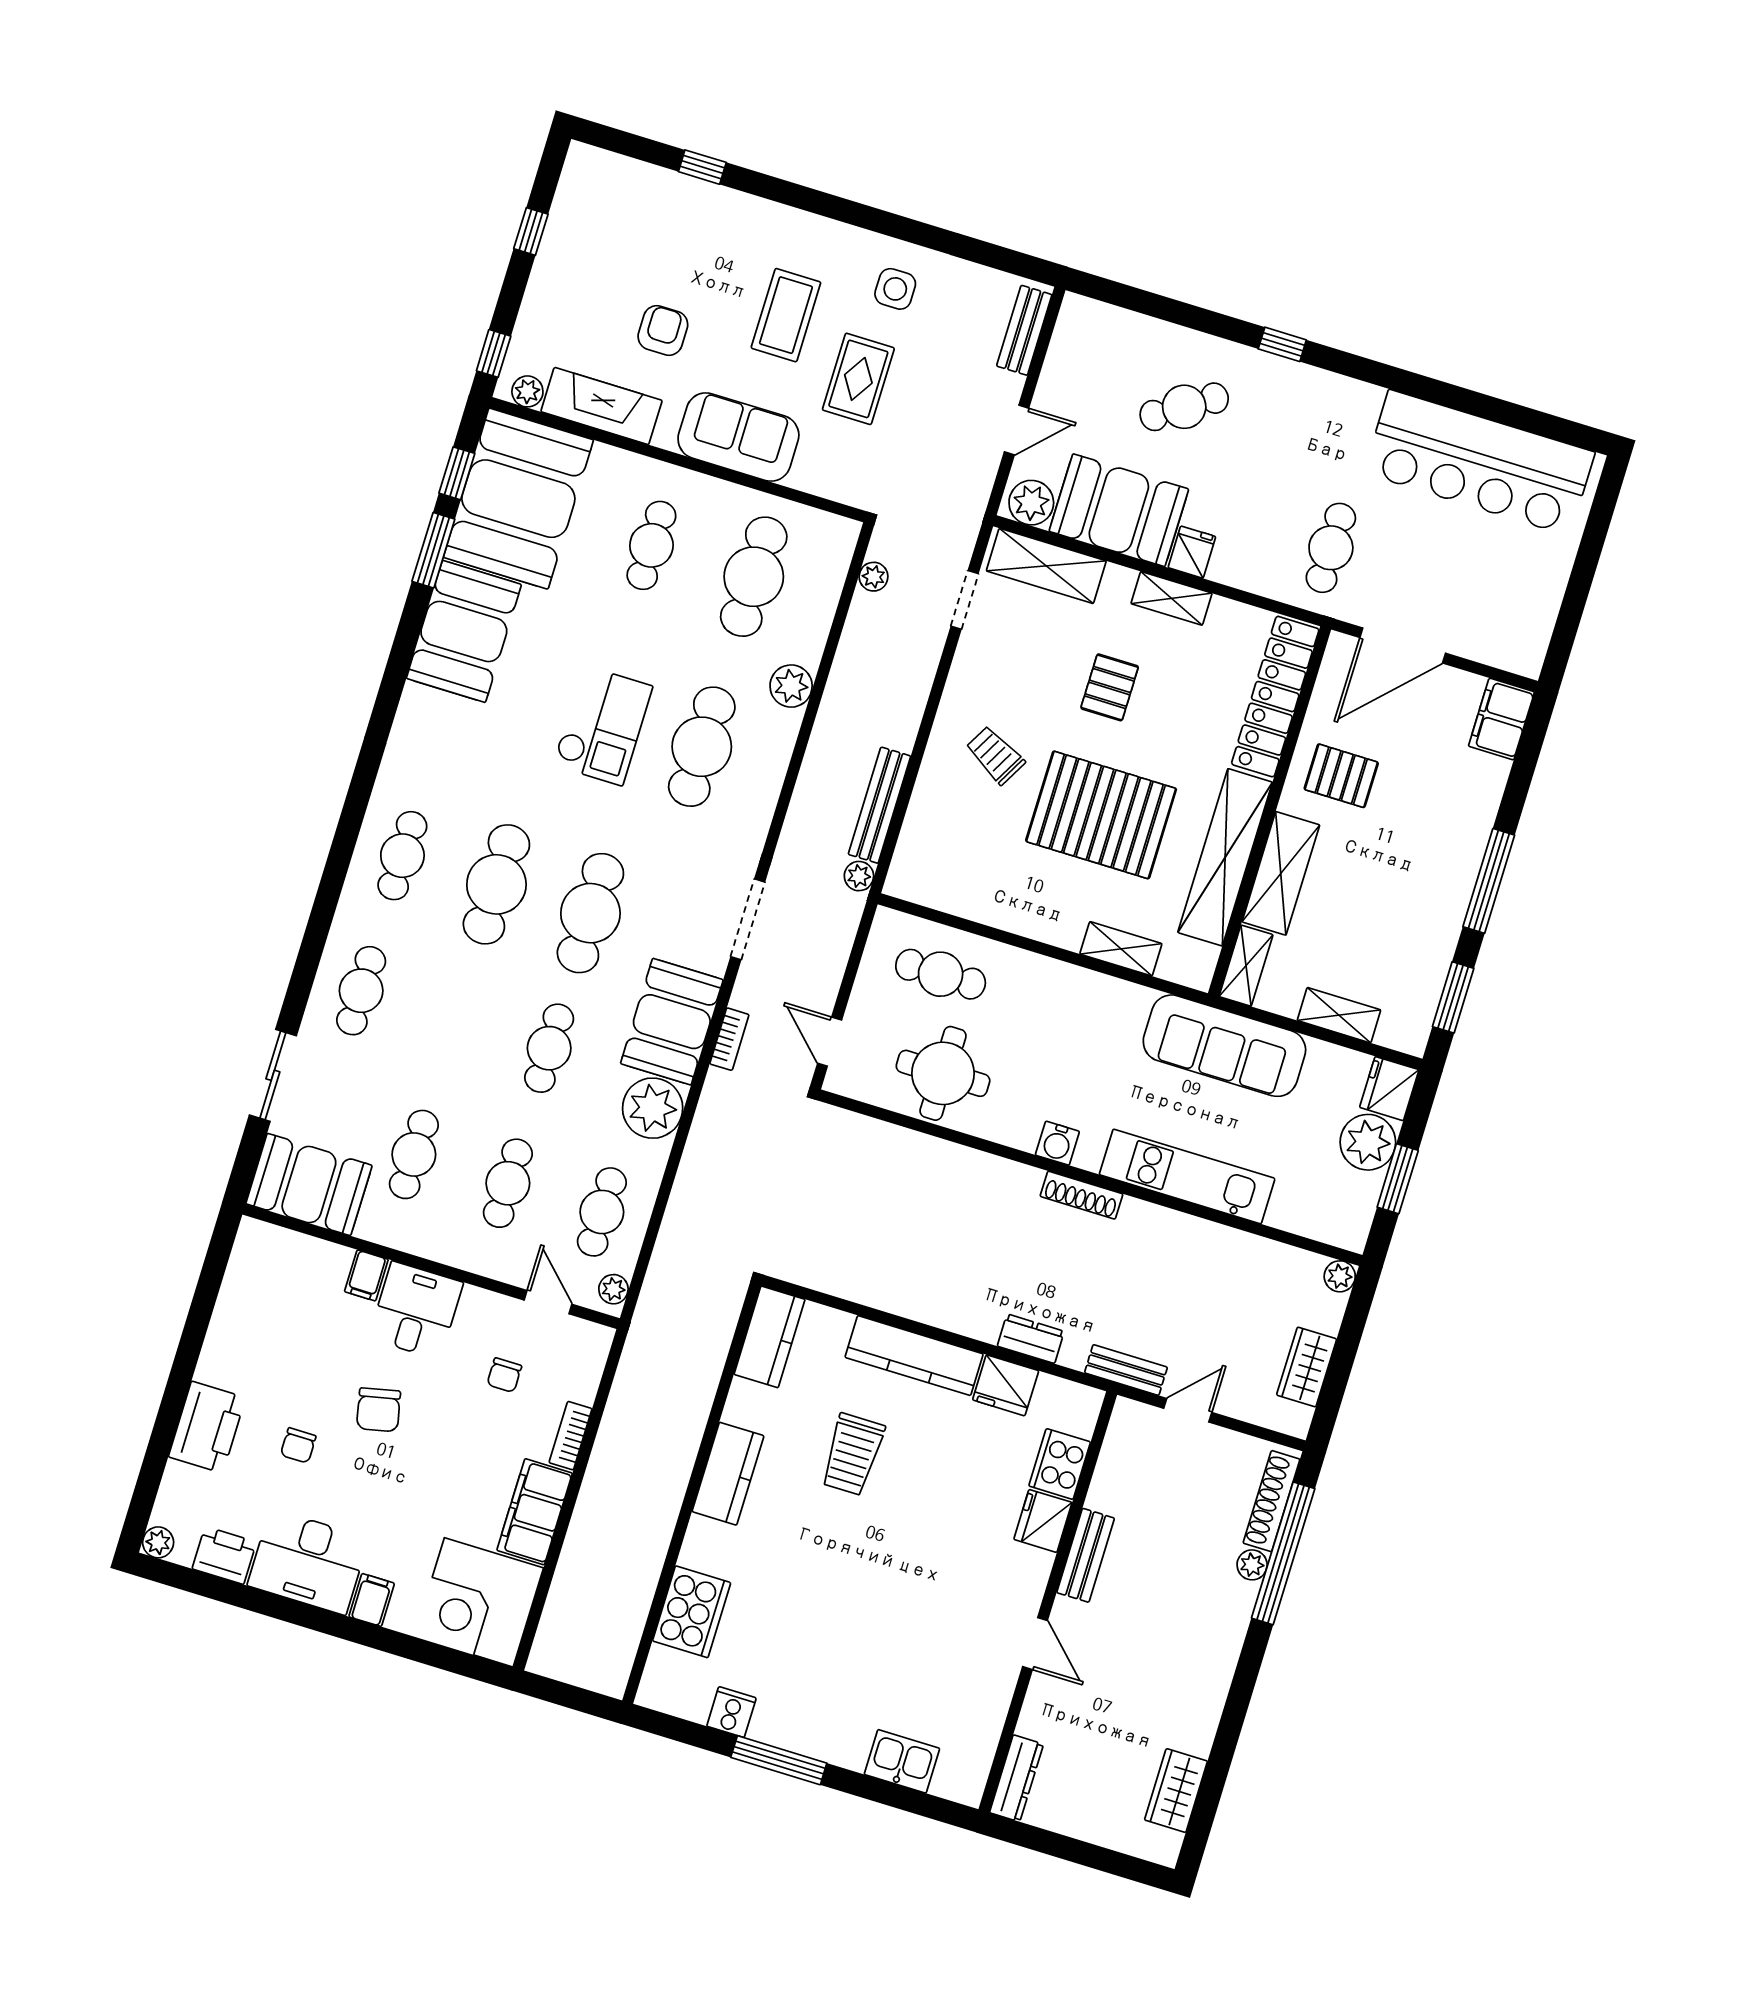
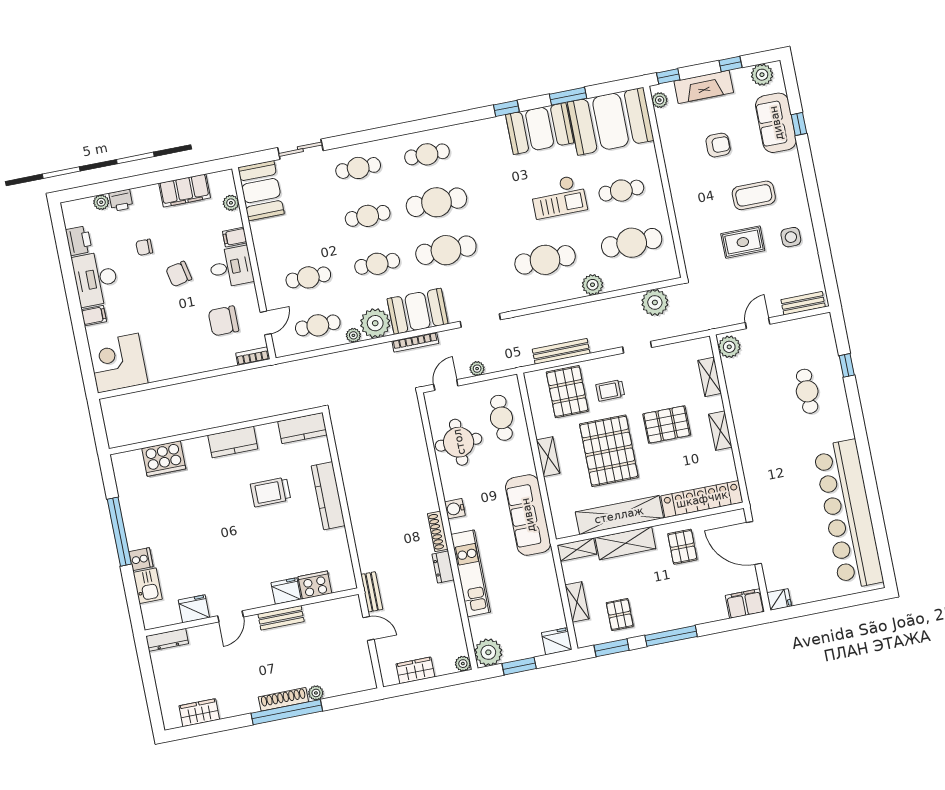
plant: (580, 186) -> (762, 75), added
window: (1282, 344) -> (847, 365), moved
fireplace: (601, 406) -> (704, 87), moved, turned 90
cafe table: (1184, 407) -> (807, 391), turned 33
door: (1017, 430) -> (758, 323), swing flipped
sofa: (738, 437) -> (776, 123), moved, turned 180
bar counter: (1479, 463) -> (848, 514), width x1.36
window: (457, 473) -> (506, 108), moved
booth: (1119, 510) -> (747, 387), removed
cafe table: (1331, 548) -> (780, 489), removed
fridge: (1192, 552) -> (779, 599), moved
shelving: (1046, 566) -> (710, 377), width x0.67, depth x0.75
plant: (874, 577) -> (655, 302), width x1.88, depth x1.88
doorway: (965, 600) -> (637, 347), moved
pallet: (1110, 687) -> (667, 424), width x1.50, depth x1.42
checkout: (603, 725) -> (559, 197), moved
trolley: (995, 755) -> (610, 390), turned -119
pallet: (957, 833) -> (567, 392), added
plant: (859, 876) -> (477, 369), moved
shelving: (1121, 949) -> (548, 457), moved
pallet: (1402, 951) -> (620, 615), added
bookcase: (729, 1039) -> (415, 342), width x1.56
sofa: (1224, 1046) -> (528, 515), moved
plant: (1368, 1142) -> (488, 652), moved
cafe table: (414, 1154) -> (368, 216), moved
plant: (302, 1249) -> (231, 203), added
plant: (613, 1289) -> (353, 335), moved
dresser: (1031, 1339) -> (443, 567), moved, turned 180
chair: (504, 1375) -> (223, 321), width x1.87, depth x1.87
fridge: (1006, 1385) -> (194, 609), moved, turned 90
printer: (207, 1427) -> (121, 200), width x0.53, depth x0.68
bookcase: (571, 1436) -> (253, 356), moved
shoe rack: (1272, 1501) -> (283, 699), moved
filing cabinet: (535, 1512) -> (185, 191), moved, turned 180
plant: (158, 1542) -> (101, 202), moved
window: (1283, 1553) -> (287, 712), moved
cooker: (731, 1712) -> (141, 559), moved
window: (779, 1760) -> (119, 532), width x1.46

